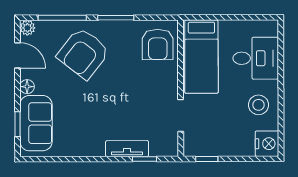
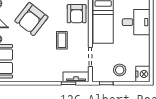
coffee table: (134, 88) -> (62, 40), added
stool: (258, 105) -> (120, 70), moved
tv unit: (127, 149) -> (76, 77), moved

